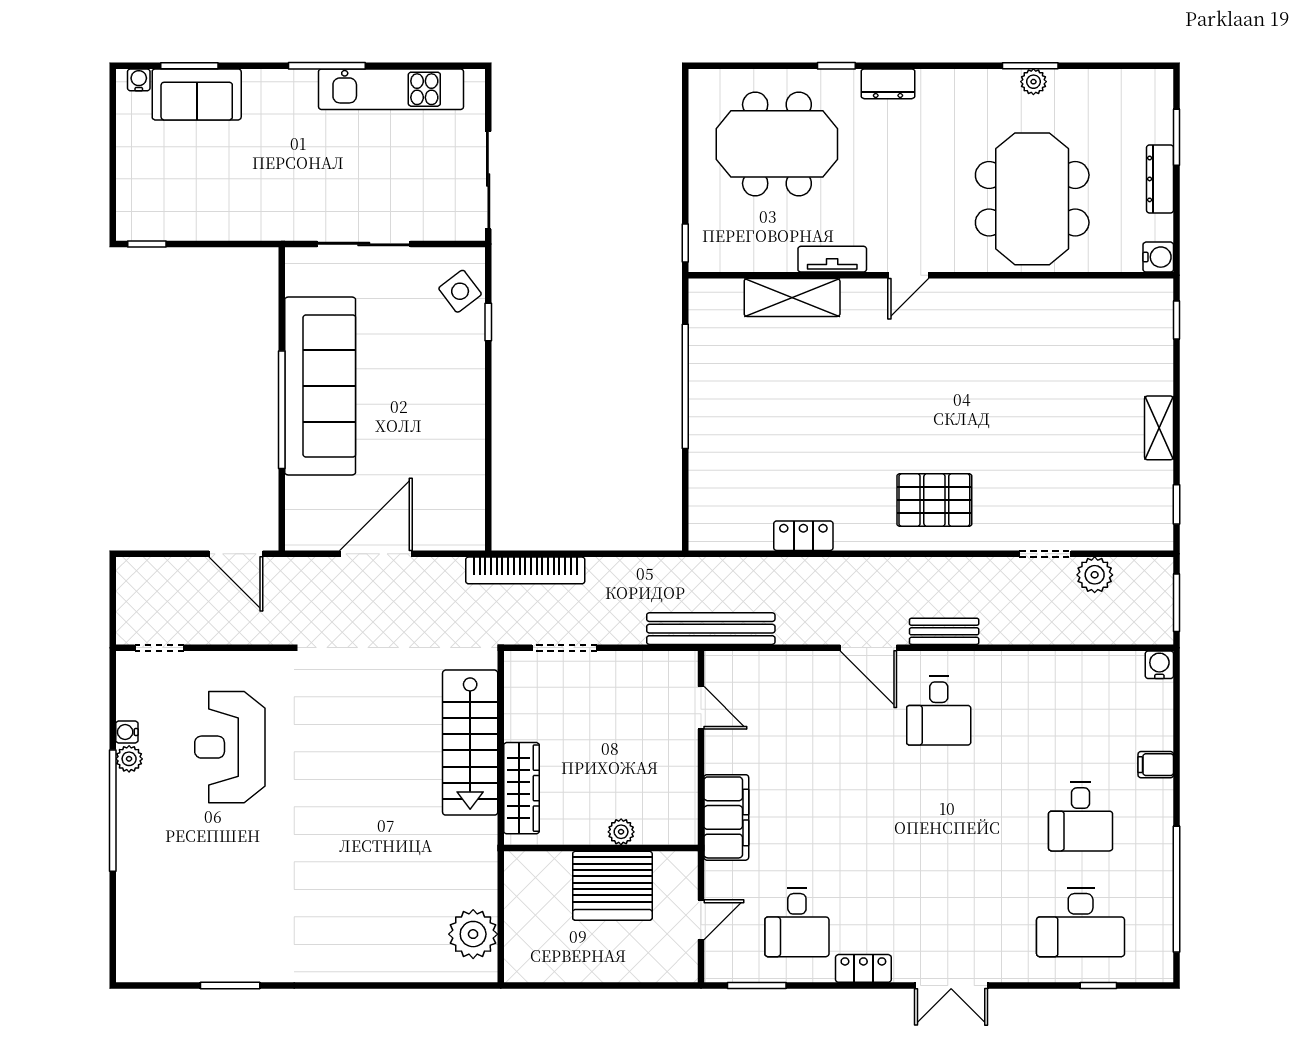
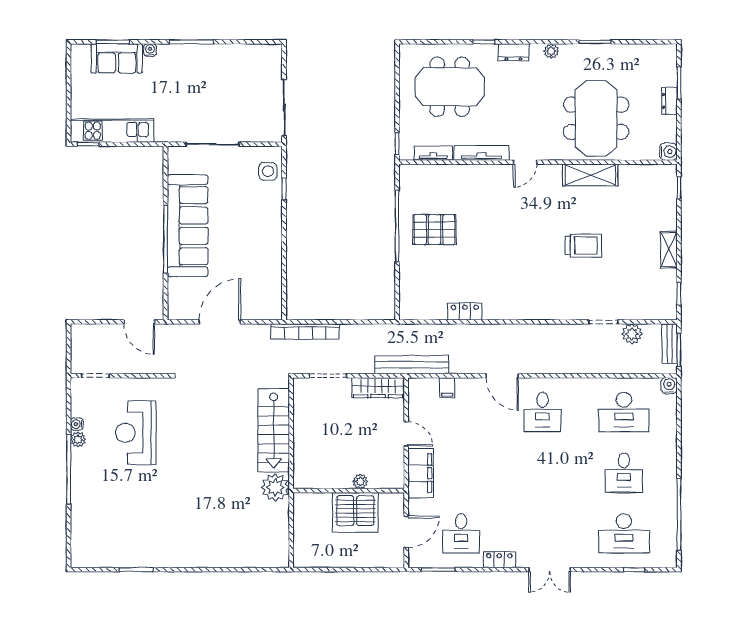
water cooler: (139, 80) -> (150, 50), moved
plant: (1033, 82) -> (551, 51), moved
kitchen unit: (391, 89) -> (112, 131), moved, turned 180
dresser: (1160, 179) -> (669, 101), width x0.70
tv unit: (832, 259) -> (481, 153), width x1.41
tv unit: (749, 260) -> (433, 153), added
side table: (460, 291) -> (268, 171), turned 37
shelving: (792, 298) -> (590, 175), moved
trolley: (1010, 421) -> (583, 246), added
pallet: (934, 500) -> (434, 230), moved
bench: (944, 631) -> (670, 344), moved, turned 90
door: (701, 708) -> (406, 434), moved
desk: (1081, 711) -> (624, 412), added
filing cabinet: (1156, 765) -> (447, 388), moved, turned -90
wardrobe: (521, 788) -> (378, 388), moved, turned 90
door: (701, 920) -> (406, 532), width x1.38
plant: (473, 934) -> (275, 487), moved

